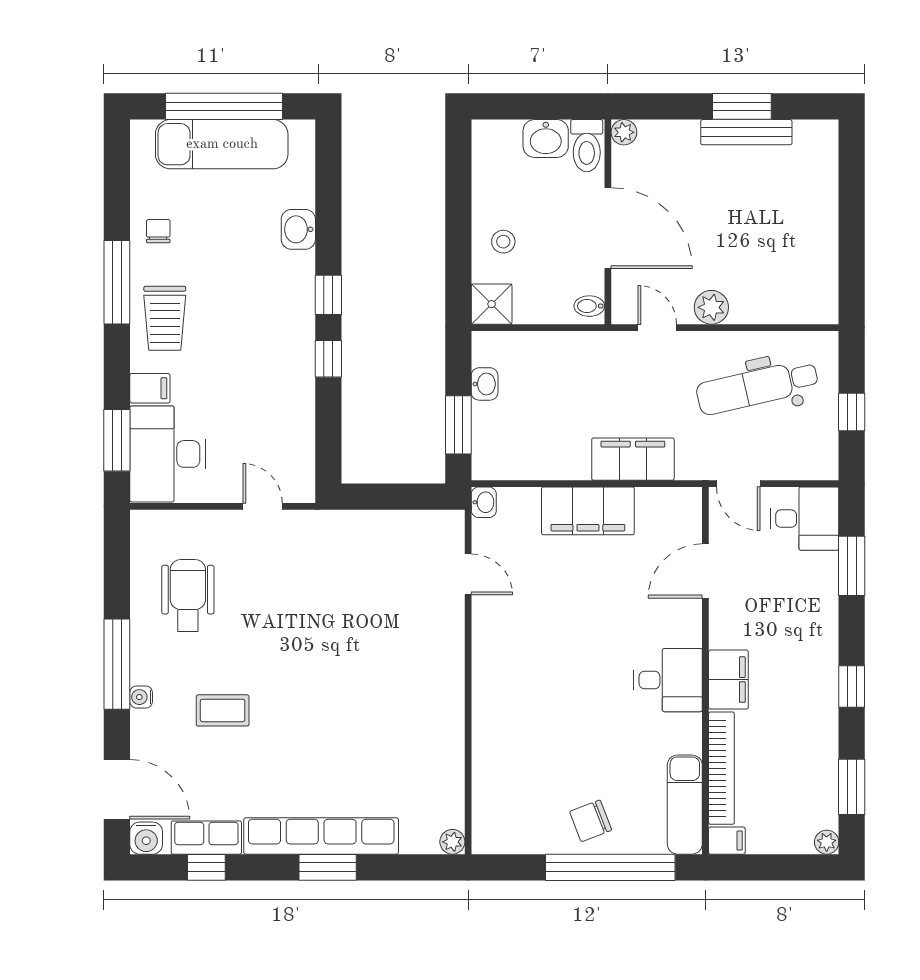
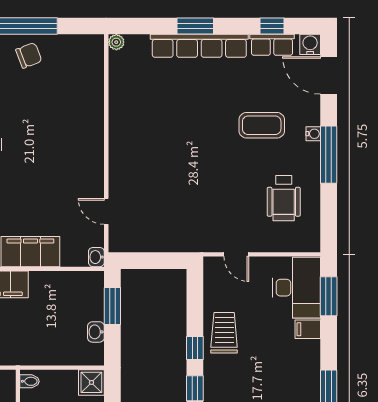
trolley: (165, 318) -> (224, 333), moved
coffee table: (223, 710) -> (262, 125), width x1.36, depth x1.30

